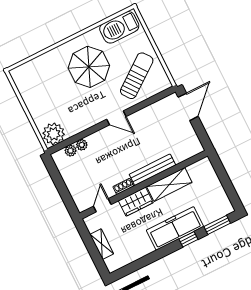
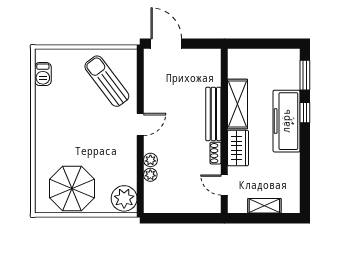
barbecue: (119, 27) -> (43, 74), width x0.53, depth x0.65
parasol: (89, 67) -> (72, 188), moved
plant: (70, 151) -> (150, 160), moved

